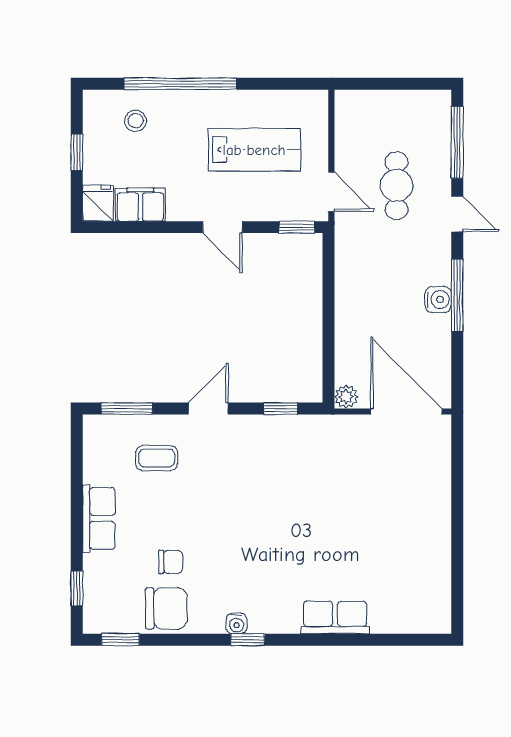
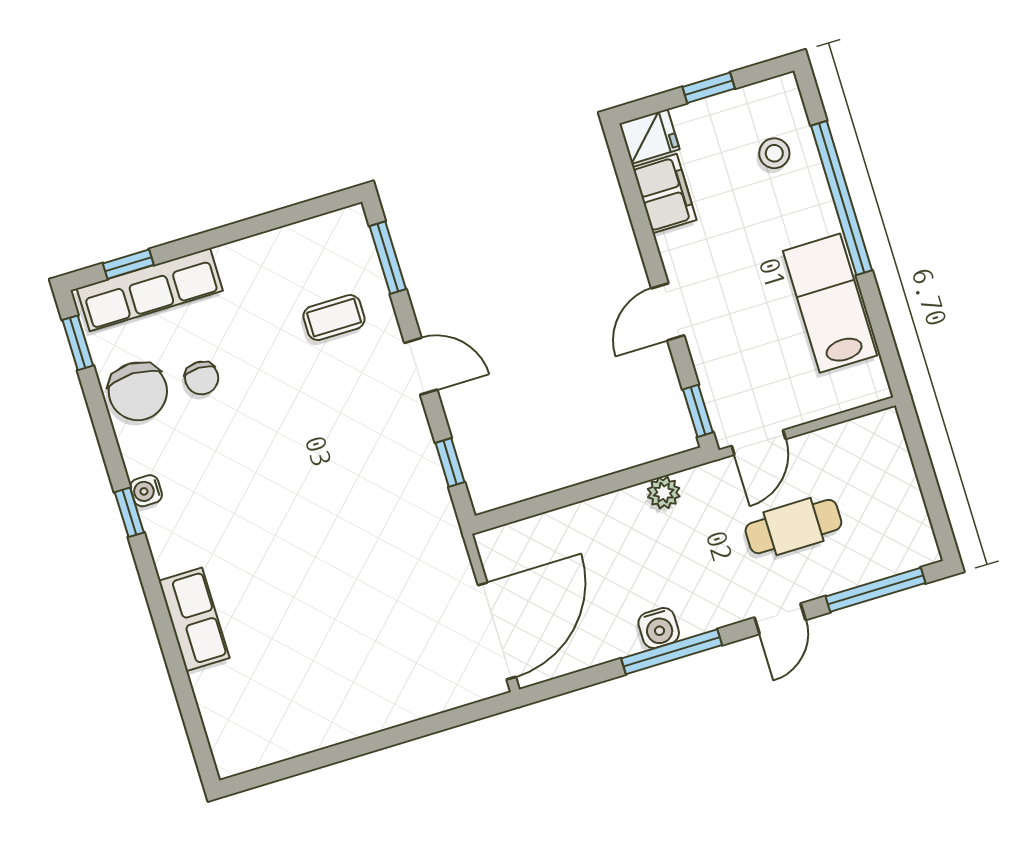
lab bench: (254, 150) -> (830, 303), moved, turned 180
plant: (346, 397) -> (664, 493), moved
coffee table: (157, 458) -> (334, 318), turned 90
row of seats: (99, 518) -> (150, 290), moved, width x1.48

